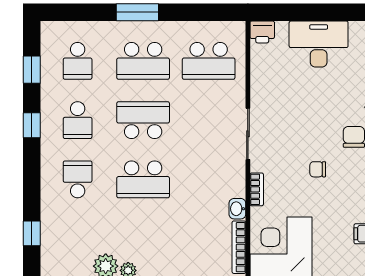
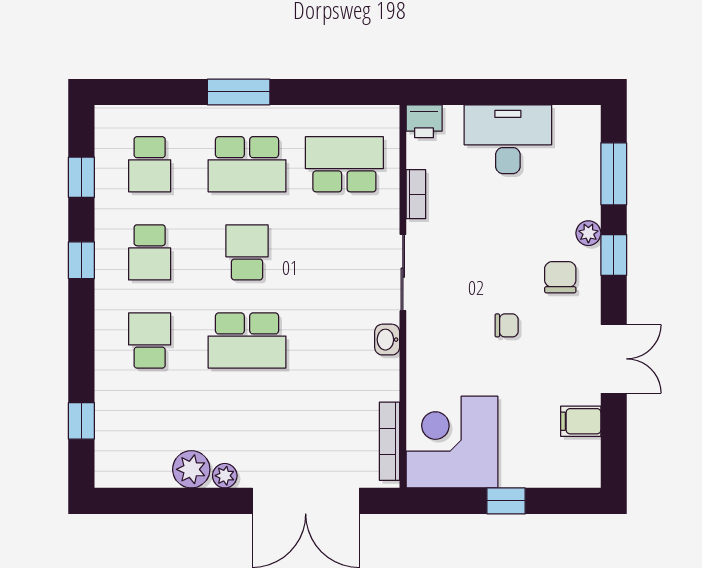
school desk: (209, 61) -> (344, 164), turned 180
school desk: (143, 120) -> (247, 252), width x0.54
chair: (318, 169) -> (507, 325), turned 180
bookcase: (257, 189) -> (416, 194), moved
washbasin: (237, 209) -> (387, 340), moved

